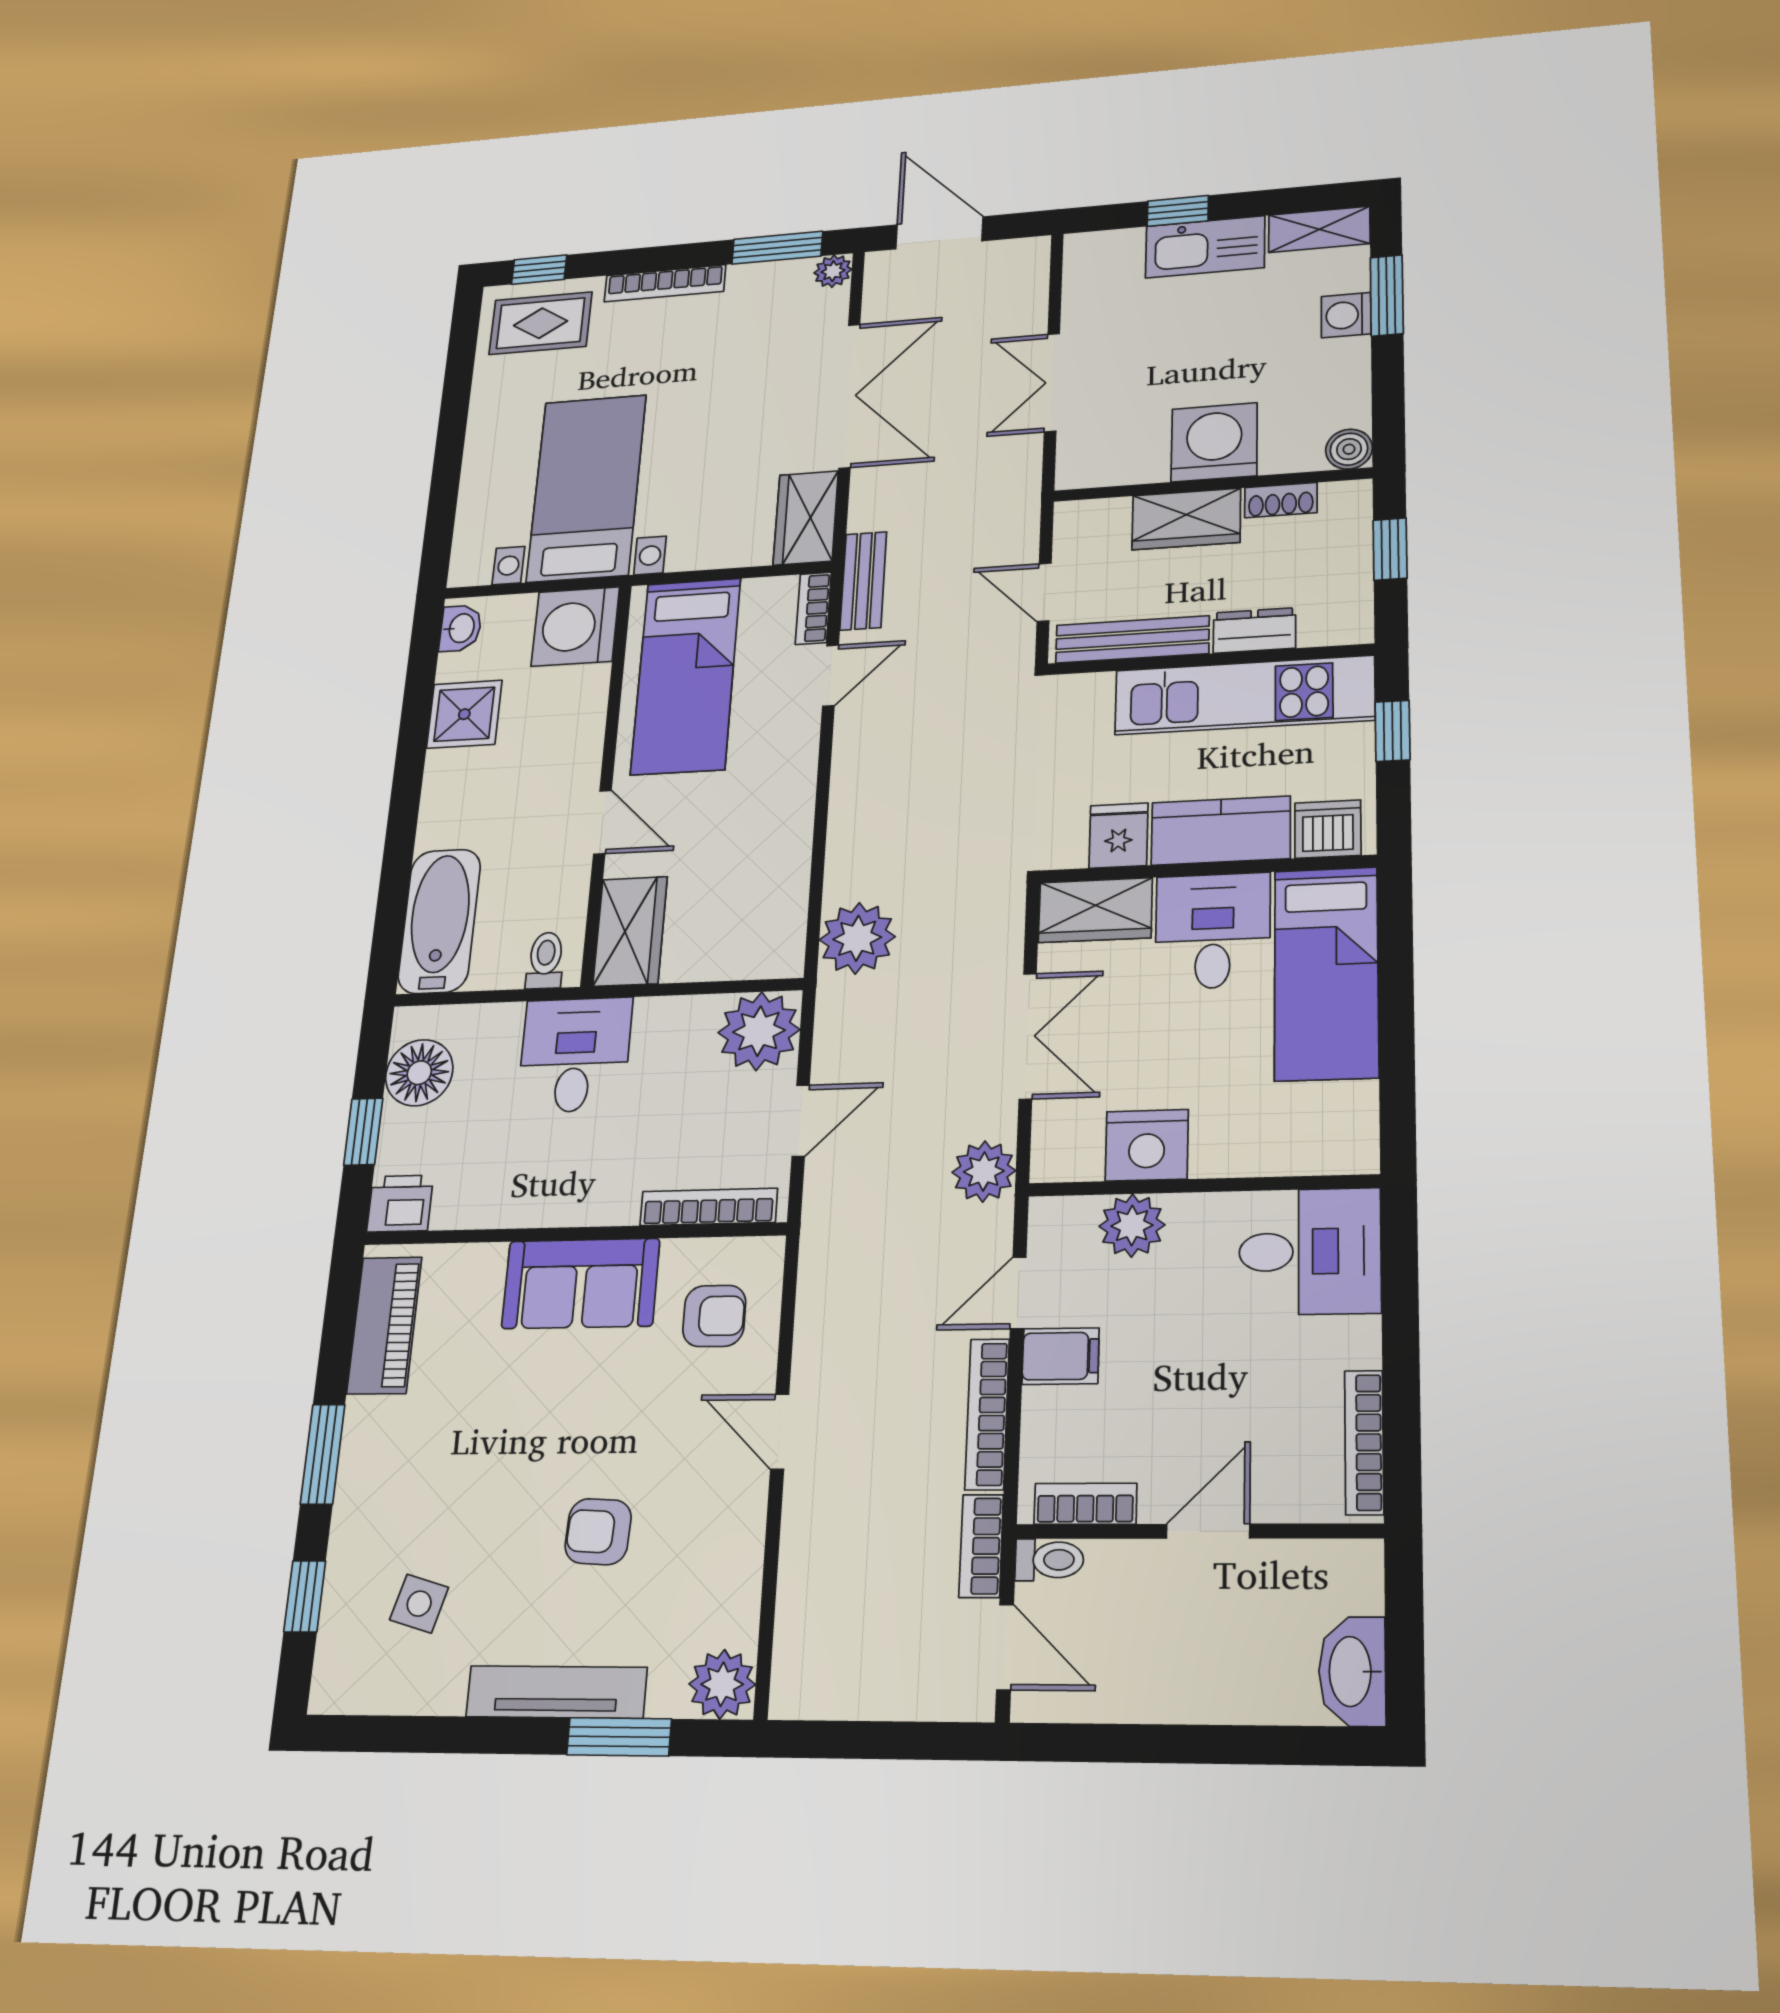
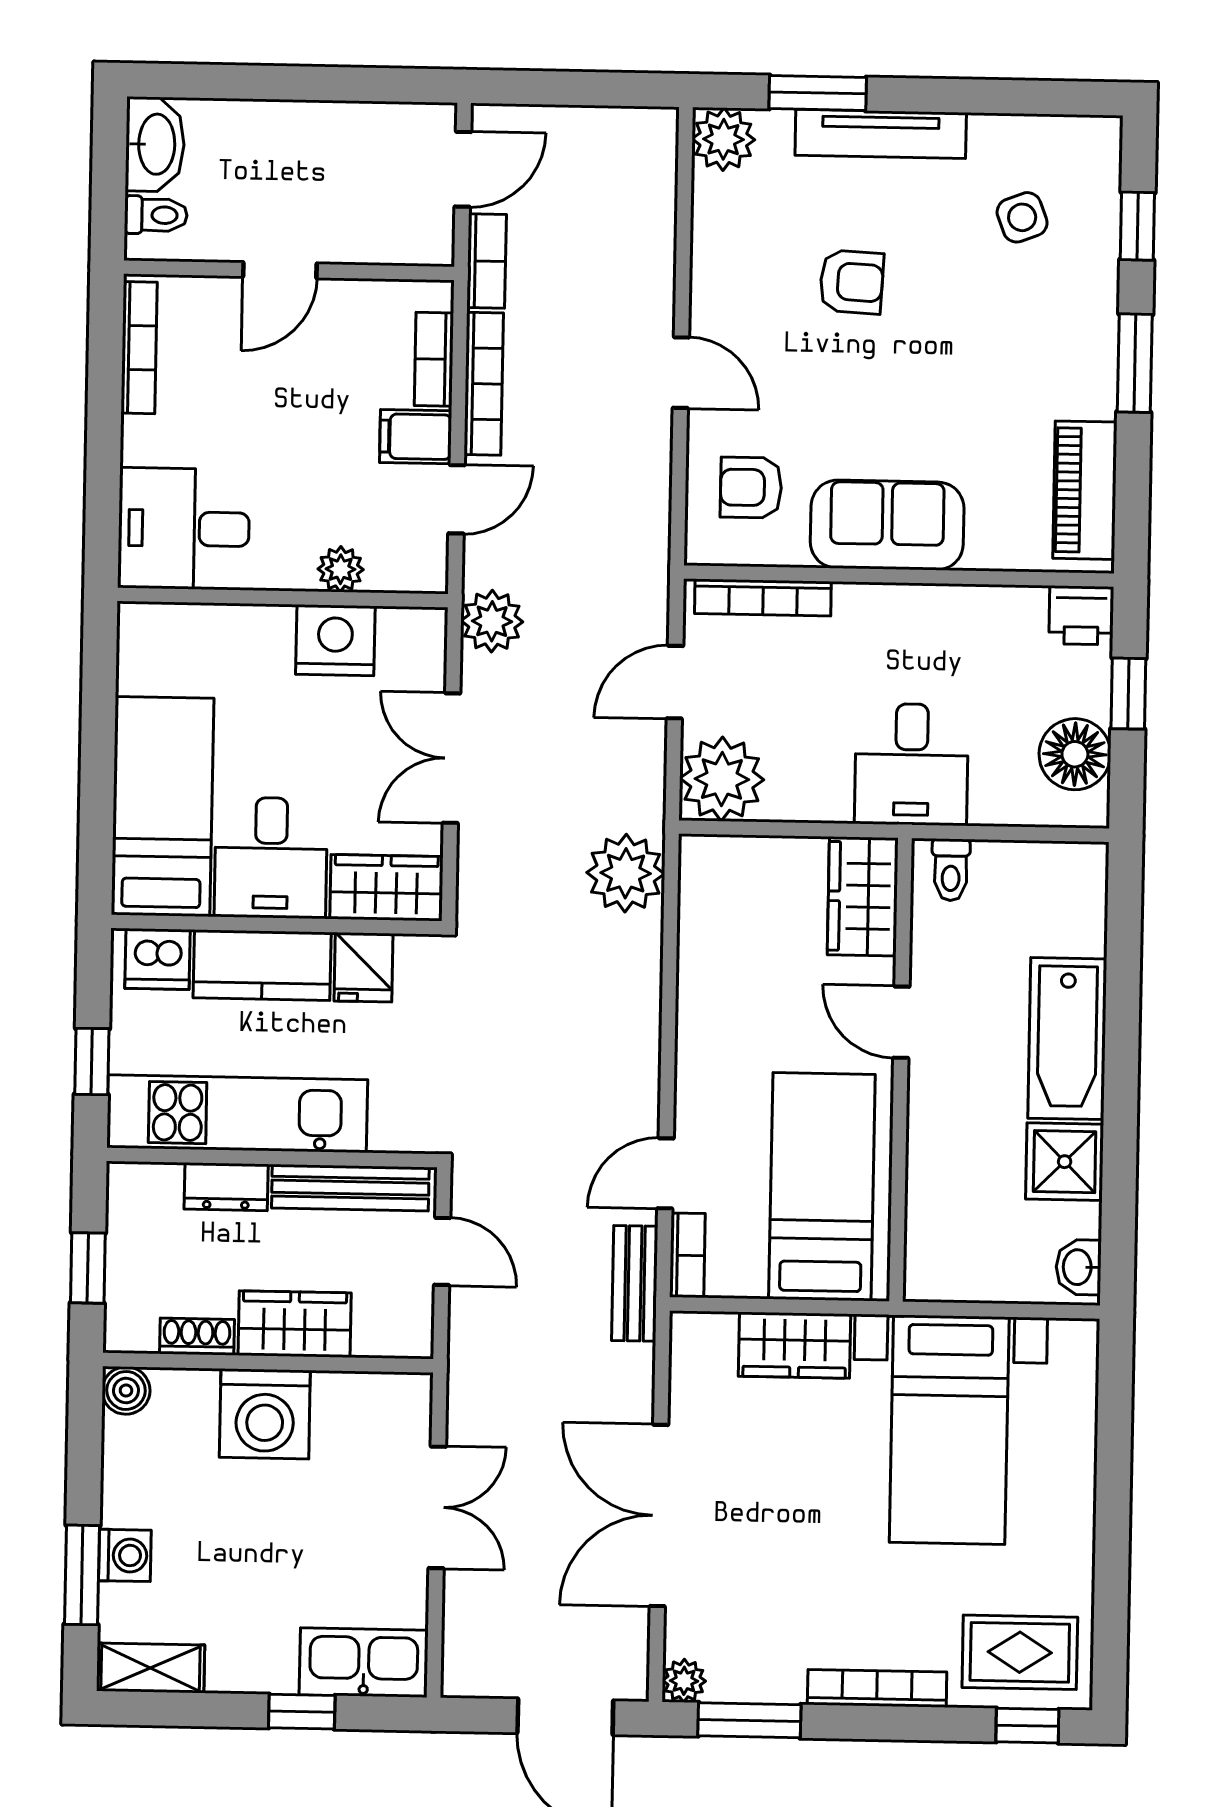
kitchen sink: (1205, 247) -> (364, 1663), moved
wardrobe: (806, 518) -> (795, 1345), moved, turned 90
washing machine: (575, 627) -> (949, 1257), removed
bathtub: (439, 921) -> (1067, 1039), moved
plant: (1132, 1226) -> (341, 569), width x0.73, depth x0.73
bookcase: (1085, 1504) -> (434, 359), moved, turned 90
toilet: (1049, 1560) -> (156, 215), moved, turned 180
side table: (419, 1604) -> (1022, 217), turned -37
door: (1005, 1647) -> (463, 169), swing flipped

